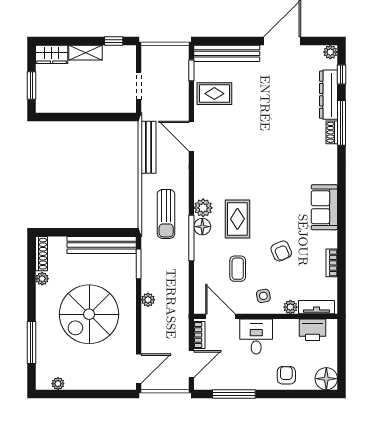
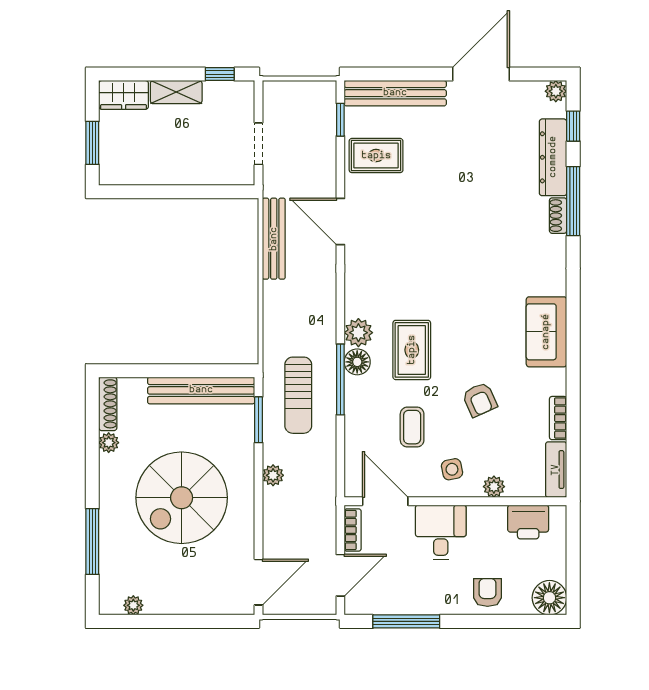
sun lounger: (166, 214) -> (298, 395), moved
tv unit: (317, 307) -> (556, 470), moved, turned -90

